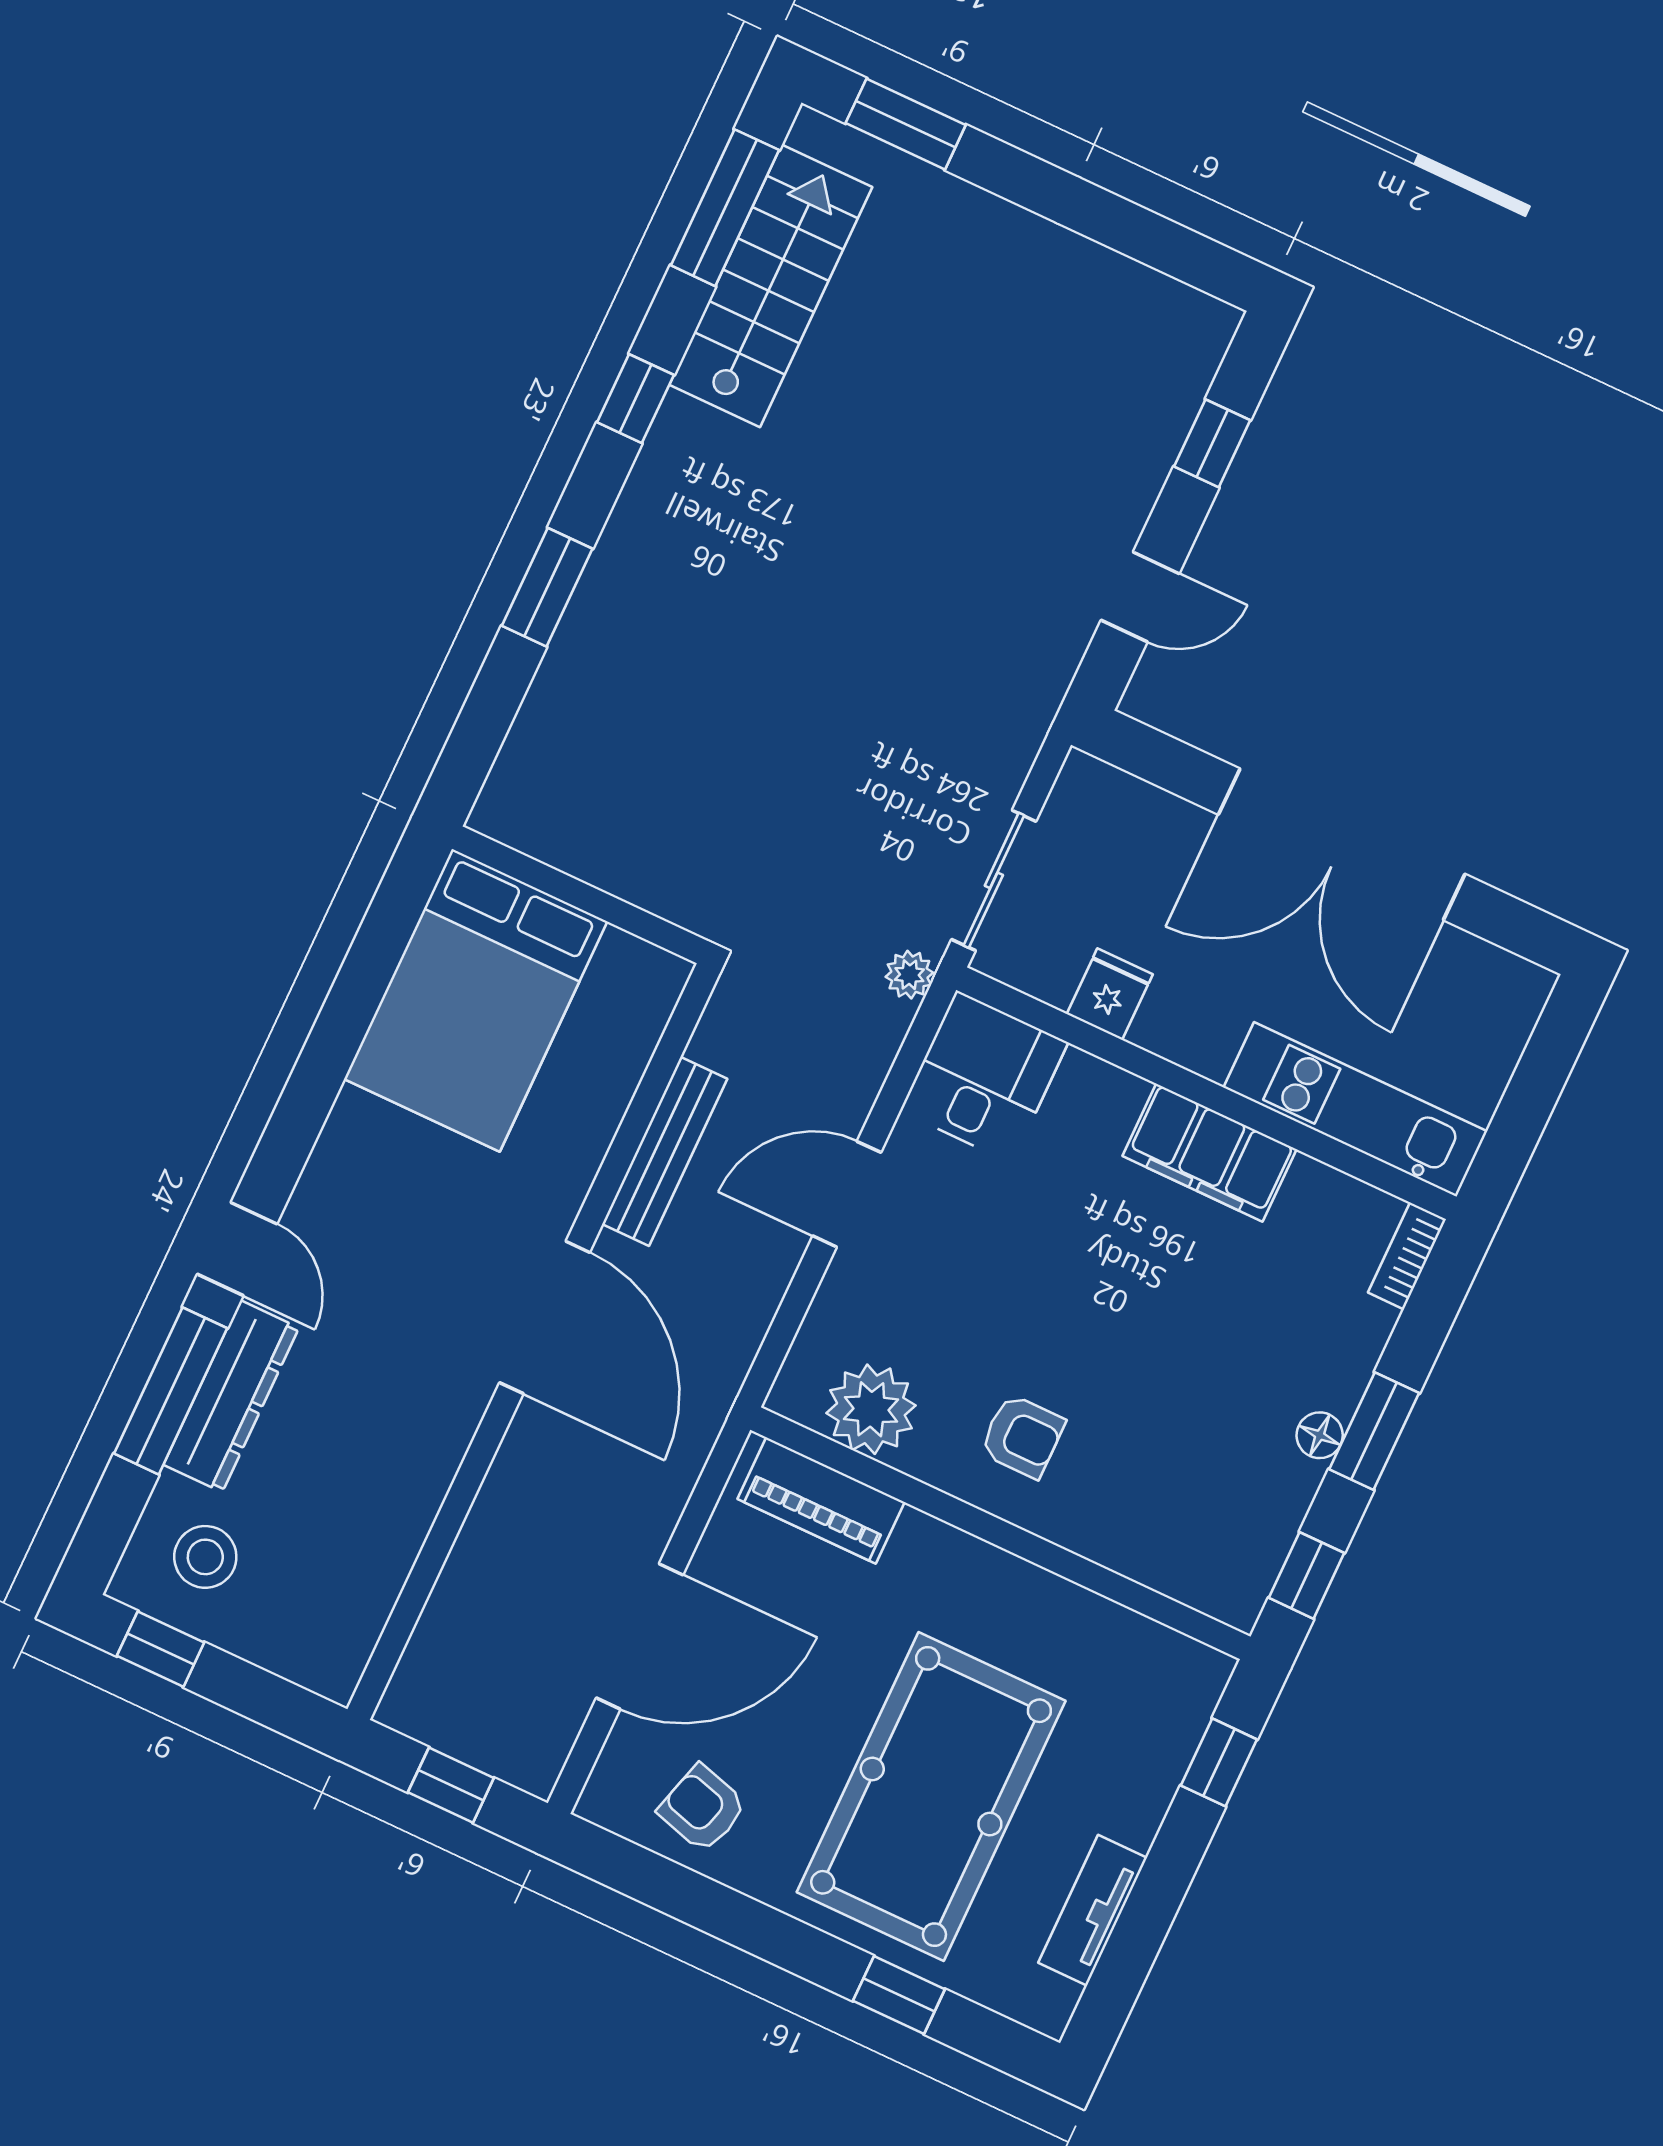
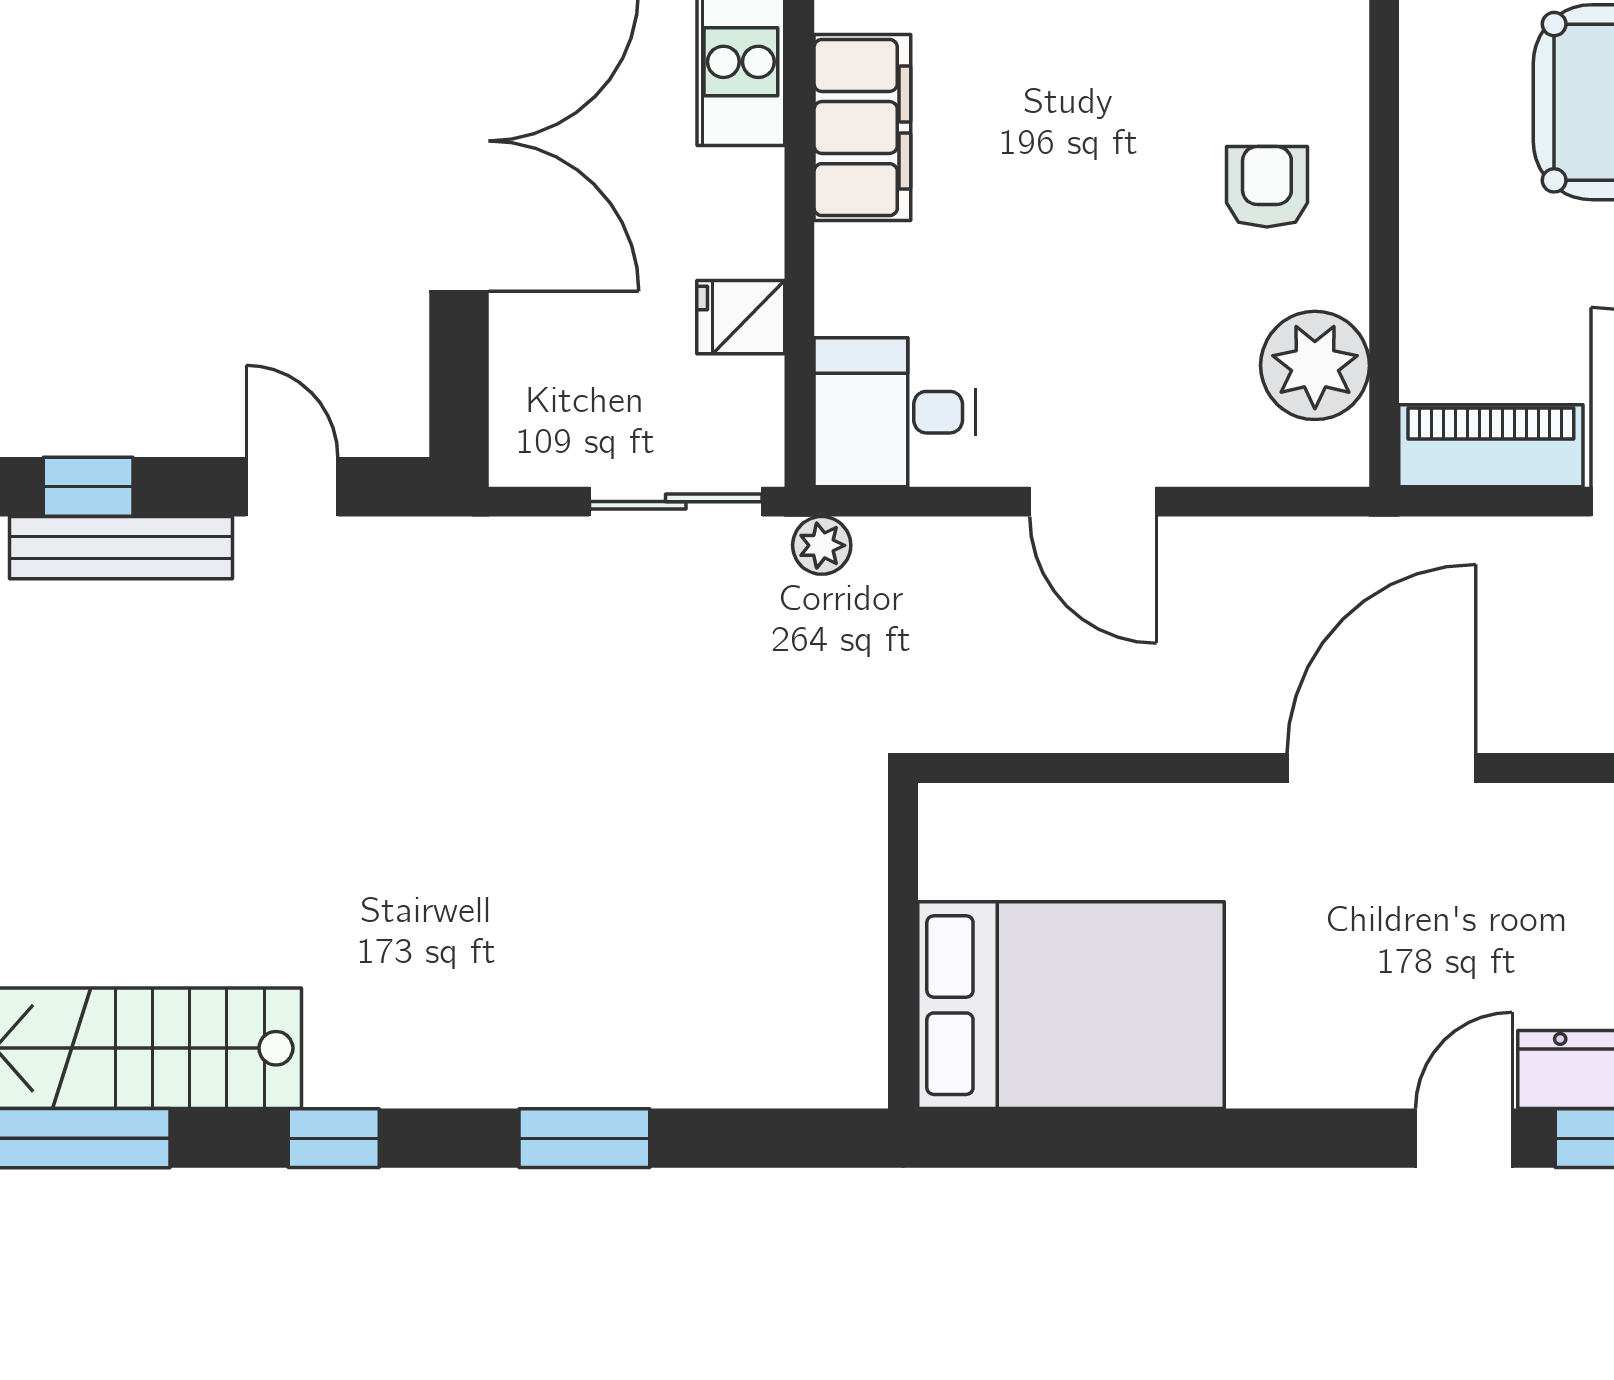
bench: (665, 1151) -> (121, 548), moved
piano: (821, 1501) -> (1491, 446), moved, turned -90

